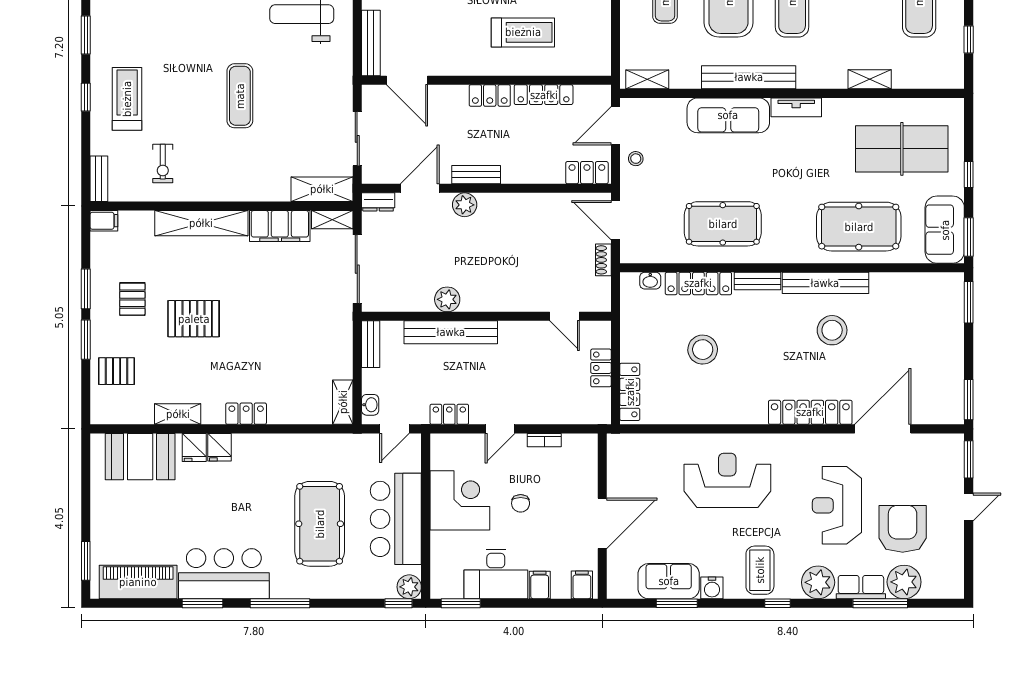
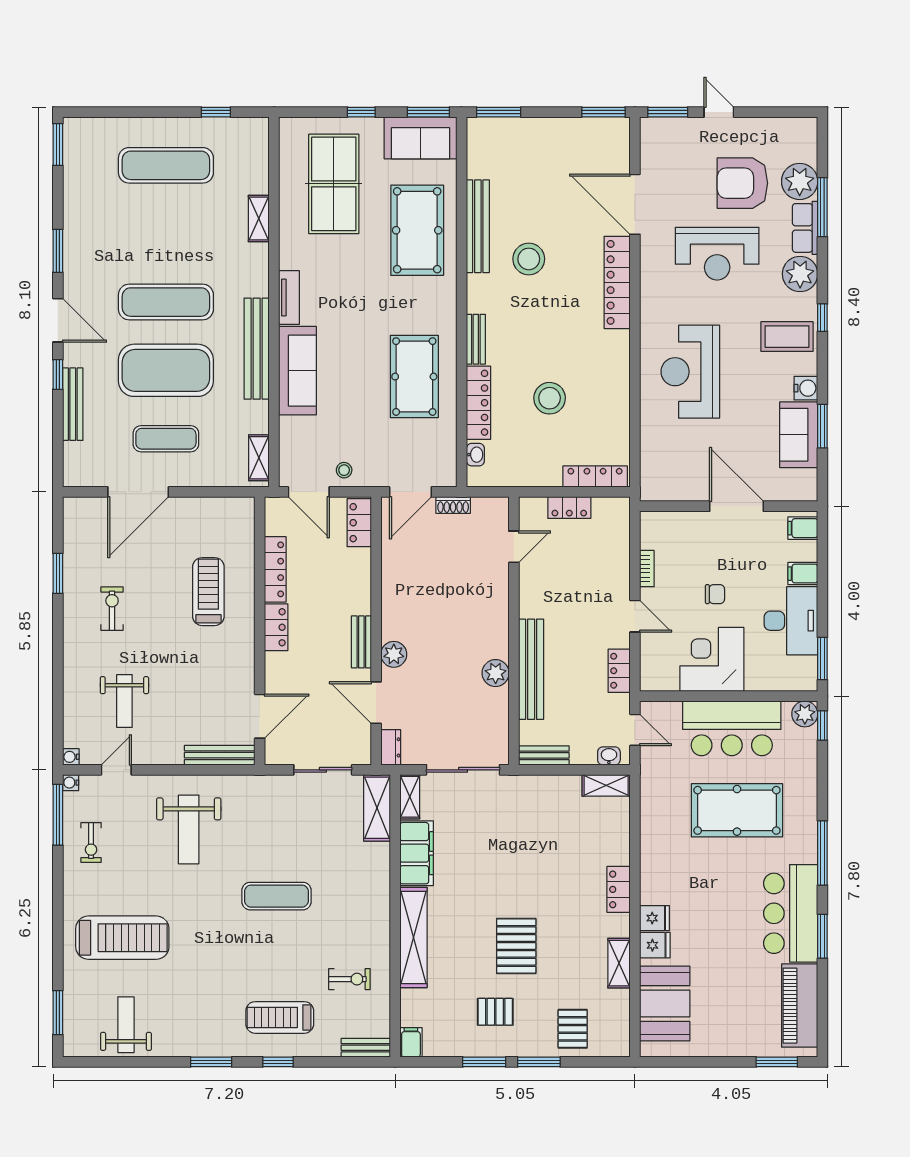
bench: (825, 283) -> (478, 226), moved

